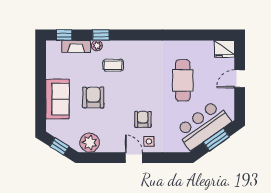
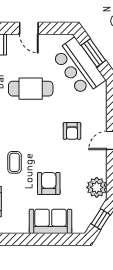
armchair: (93, 97) -> (49, 183), turned 90
armchair: (143, 119) -> (72, 131), turned -90
side table: (149, 141) -> (95, 124), removed

